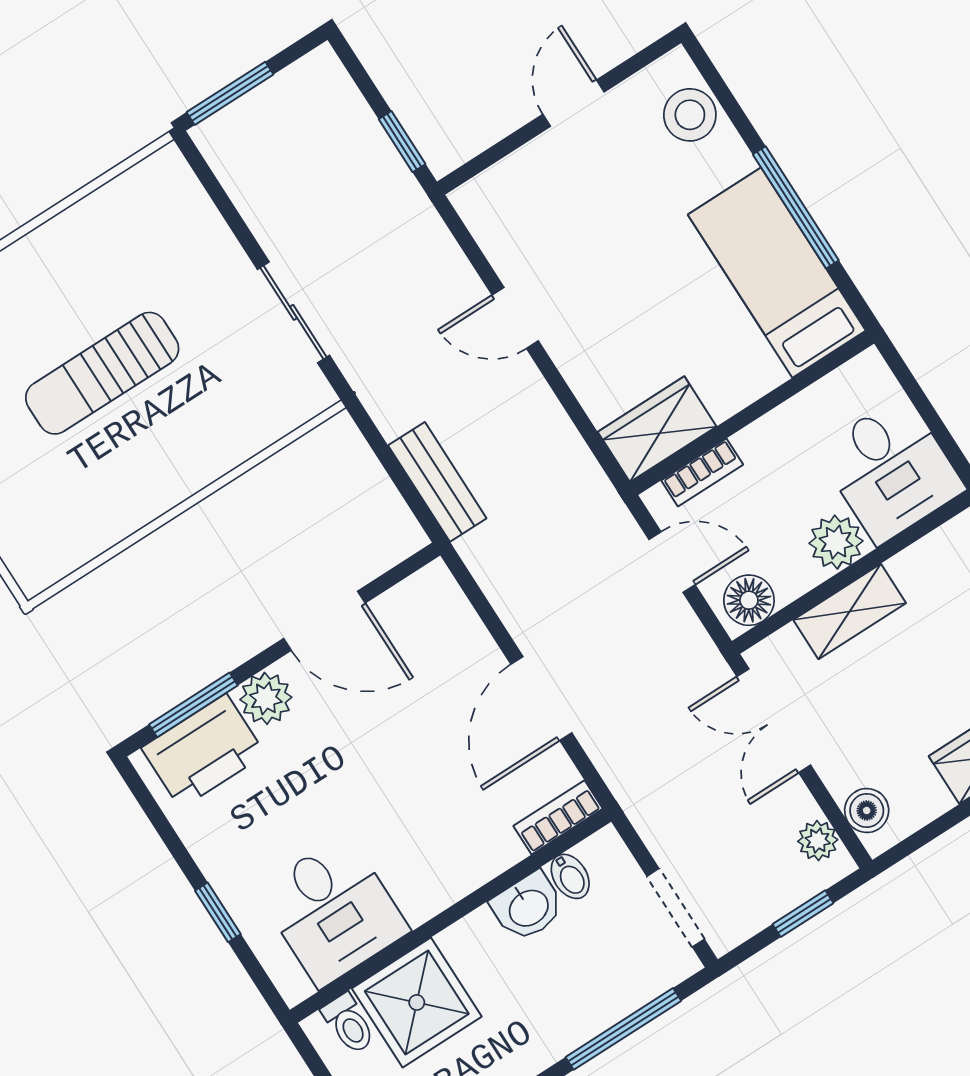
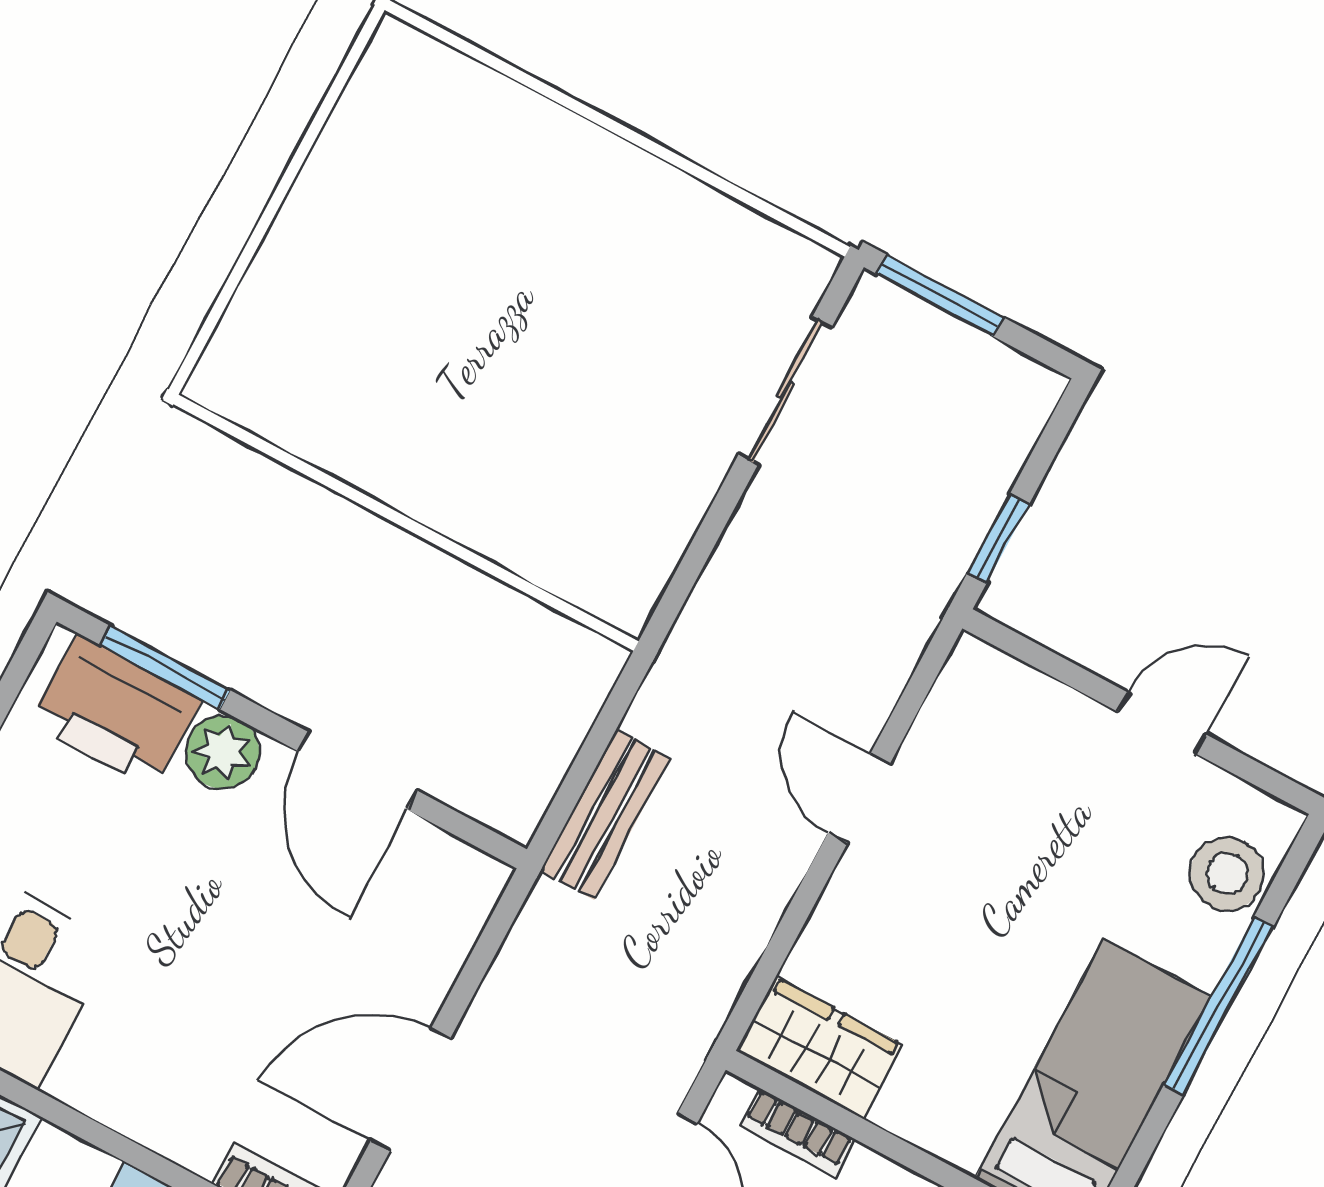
window: (796, 207) -> (1219, 1006), moved
sliding door: (293, 312) -> (785, 391), moved
sun lounger: (102, 373) -> (510, 330), removed

